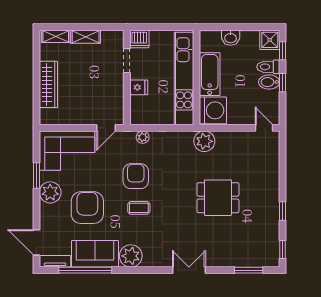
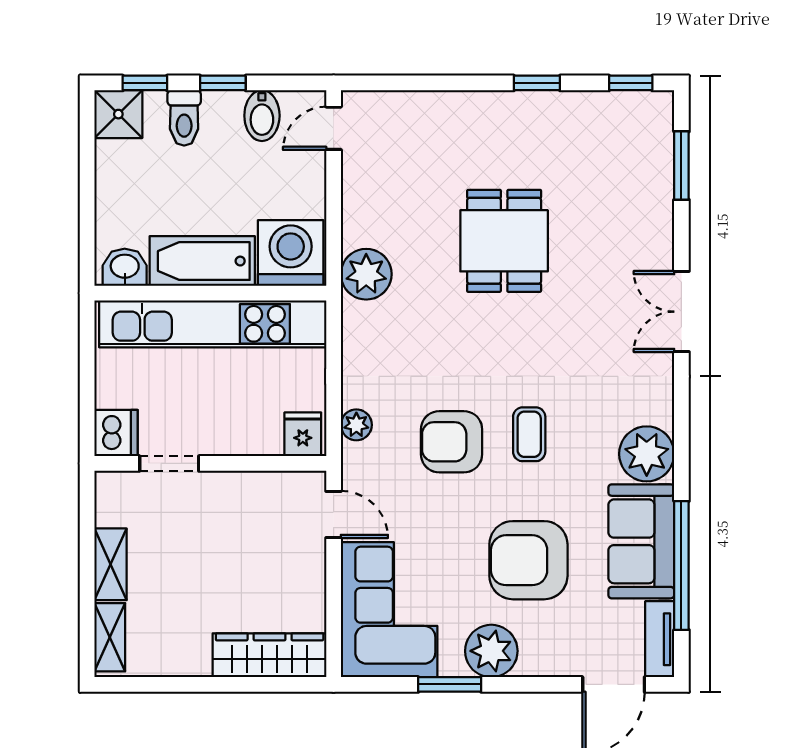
washbasin: (231, 38) -> (125, 267), moved, turned -90
bidet: (269, 82) -> (262, 116), moved
wardrobe: (48, 84) -> (270, 655), moved
fridge: (139, 87) -> (303, 434), moved

